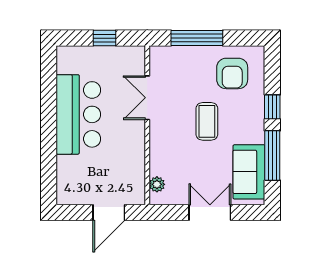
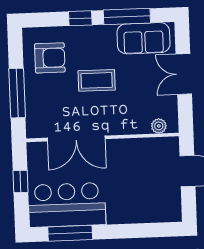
window: (49, 88) -> (70, 233), added
double door: (147, 98) -> (76, 138), width x1.37
bar counter: (78, 114) -> (67, 205), moved

